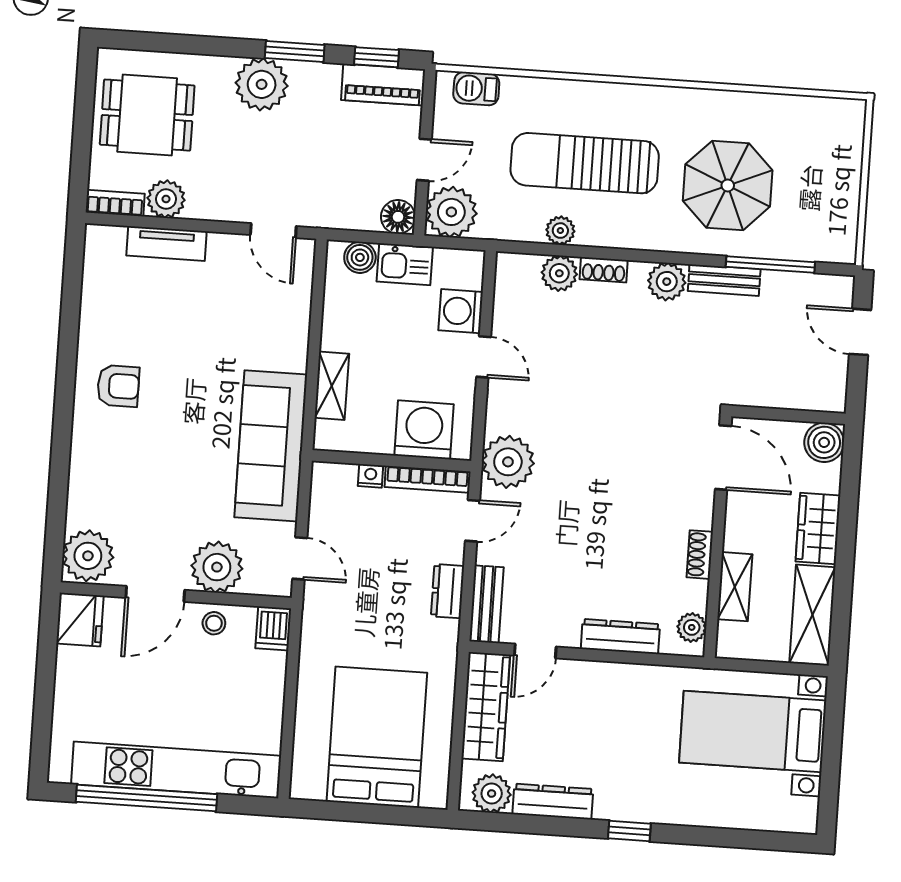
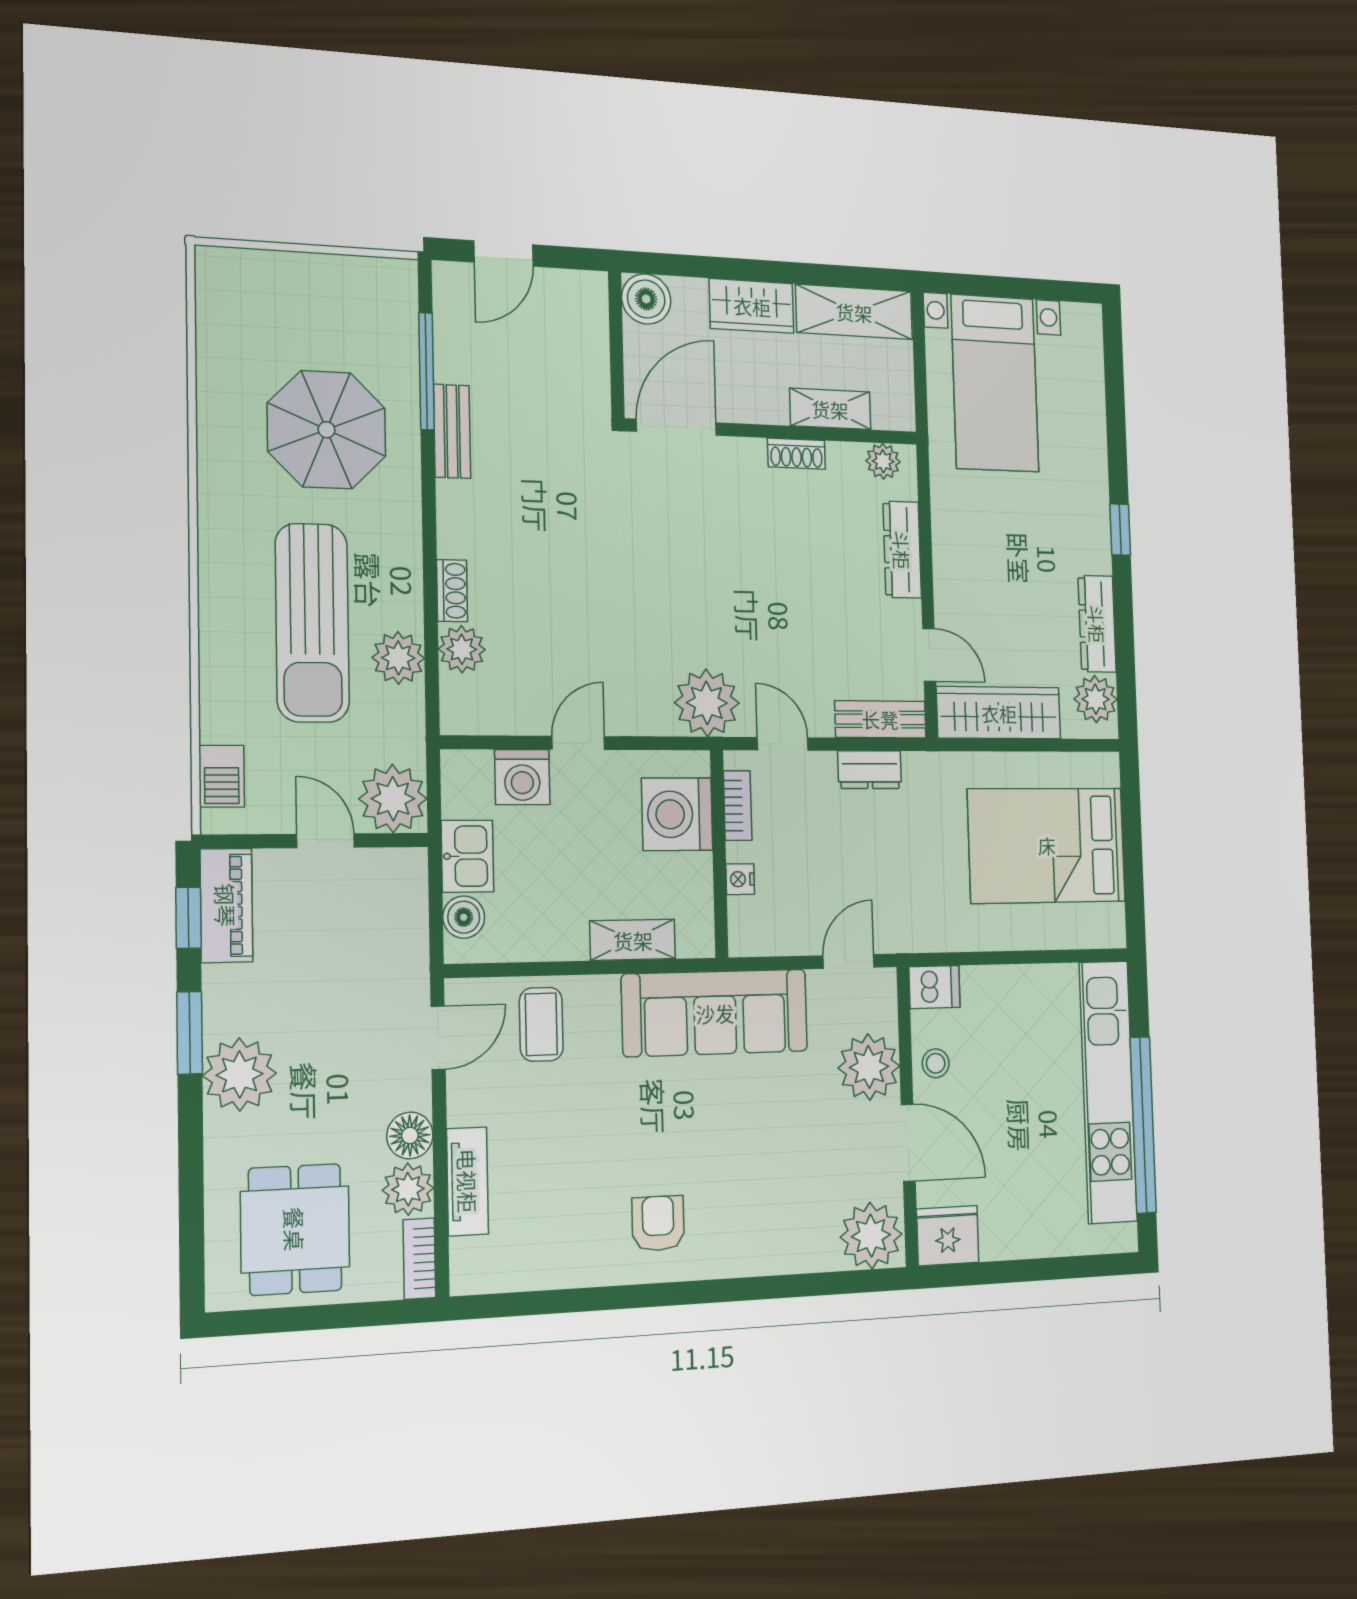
floor lamp: (398, 217) -> (410, 1135), moved
plant: (560, 231) -> (398, 658), width x1.38, depth x1.38
plant: (667, 282) -> (460, 507), removed
coffee table: (275, 309) -> (541, 1024), added
bookcase: (427, 479) -> (738, 805), width x0.64

